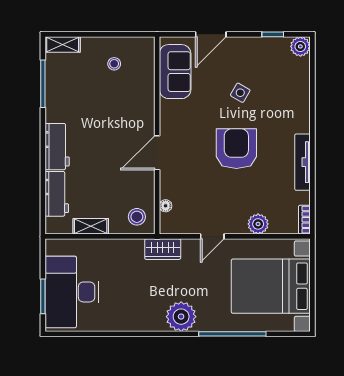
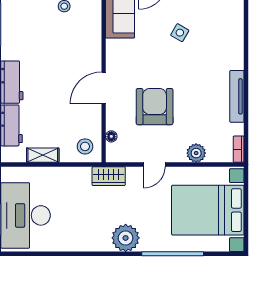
armchair: (236, 149) -> (155, 107), moved

